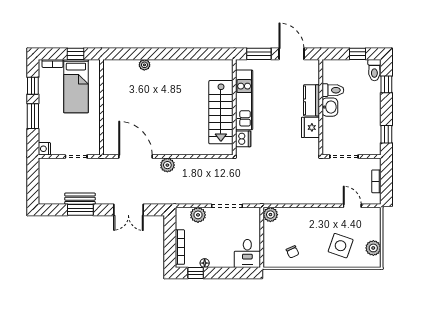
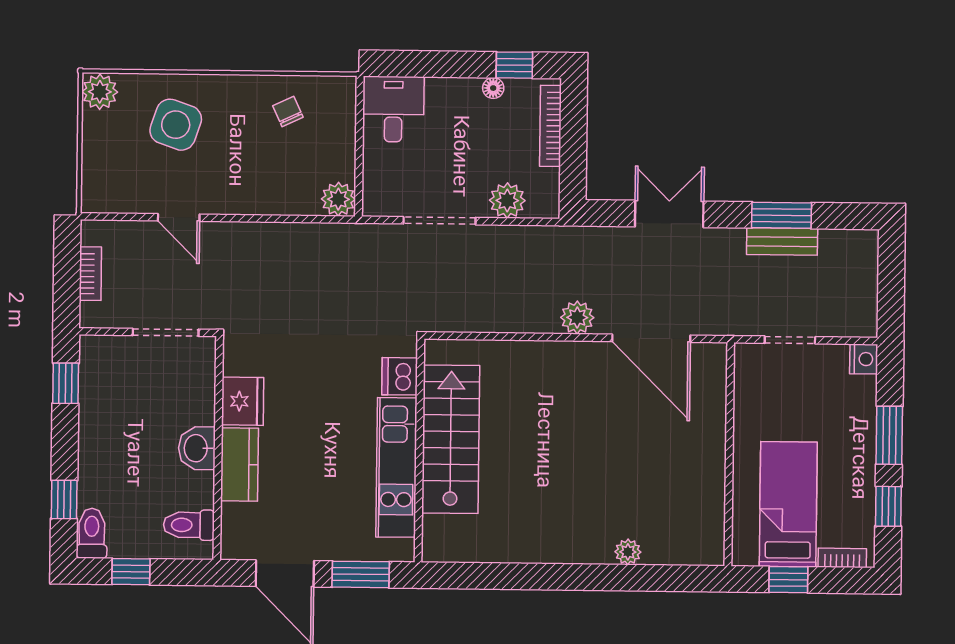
toilet: (333, 90) -> (189, 525), moved
door: (352, 206) -> (179, 217), moved
plant: (373, 248) -> (100, 92), moved

